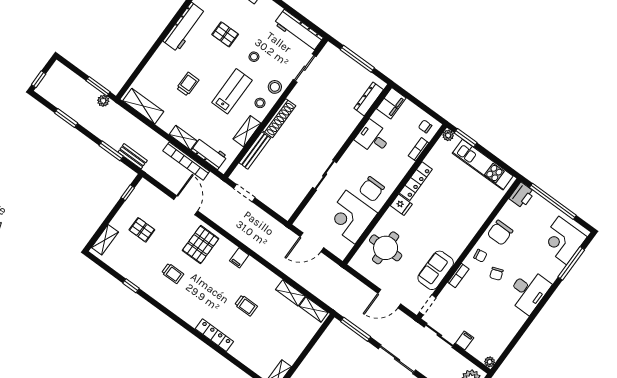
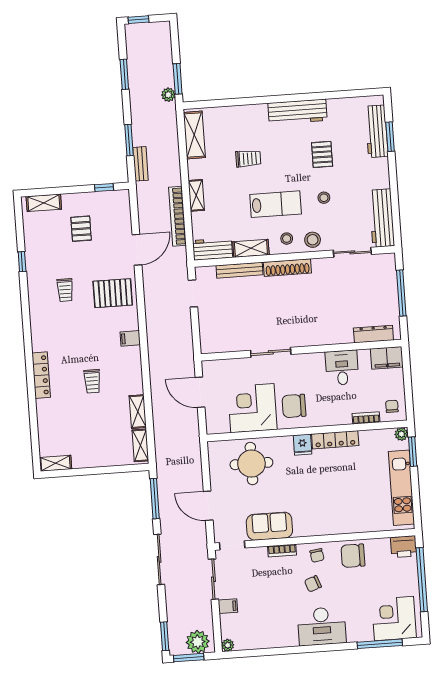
workbench: (209, 153) -> (213, 249), moved, turned -90

